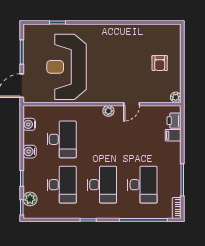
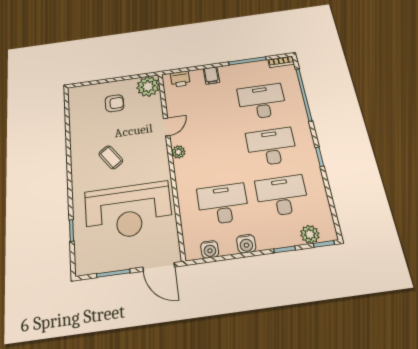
coffee table: (112, 57) -> (111, 157), added
plant: (176, 97) -> (148, 86), width x1.88, depth x1.88
door: (132, 104) -> (167, 127), hinge flipped
filing cabinet: (173, 135) -> (211, 75), moved

